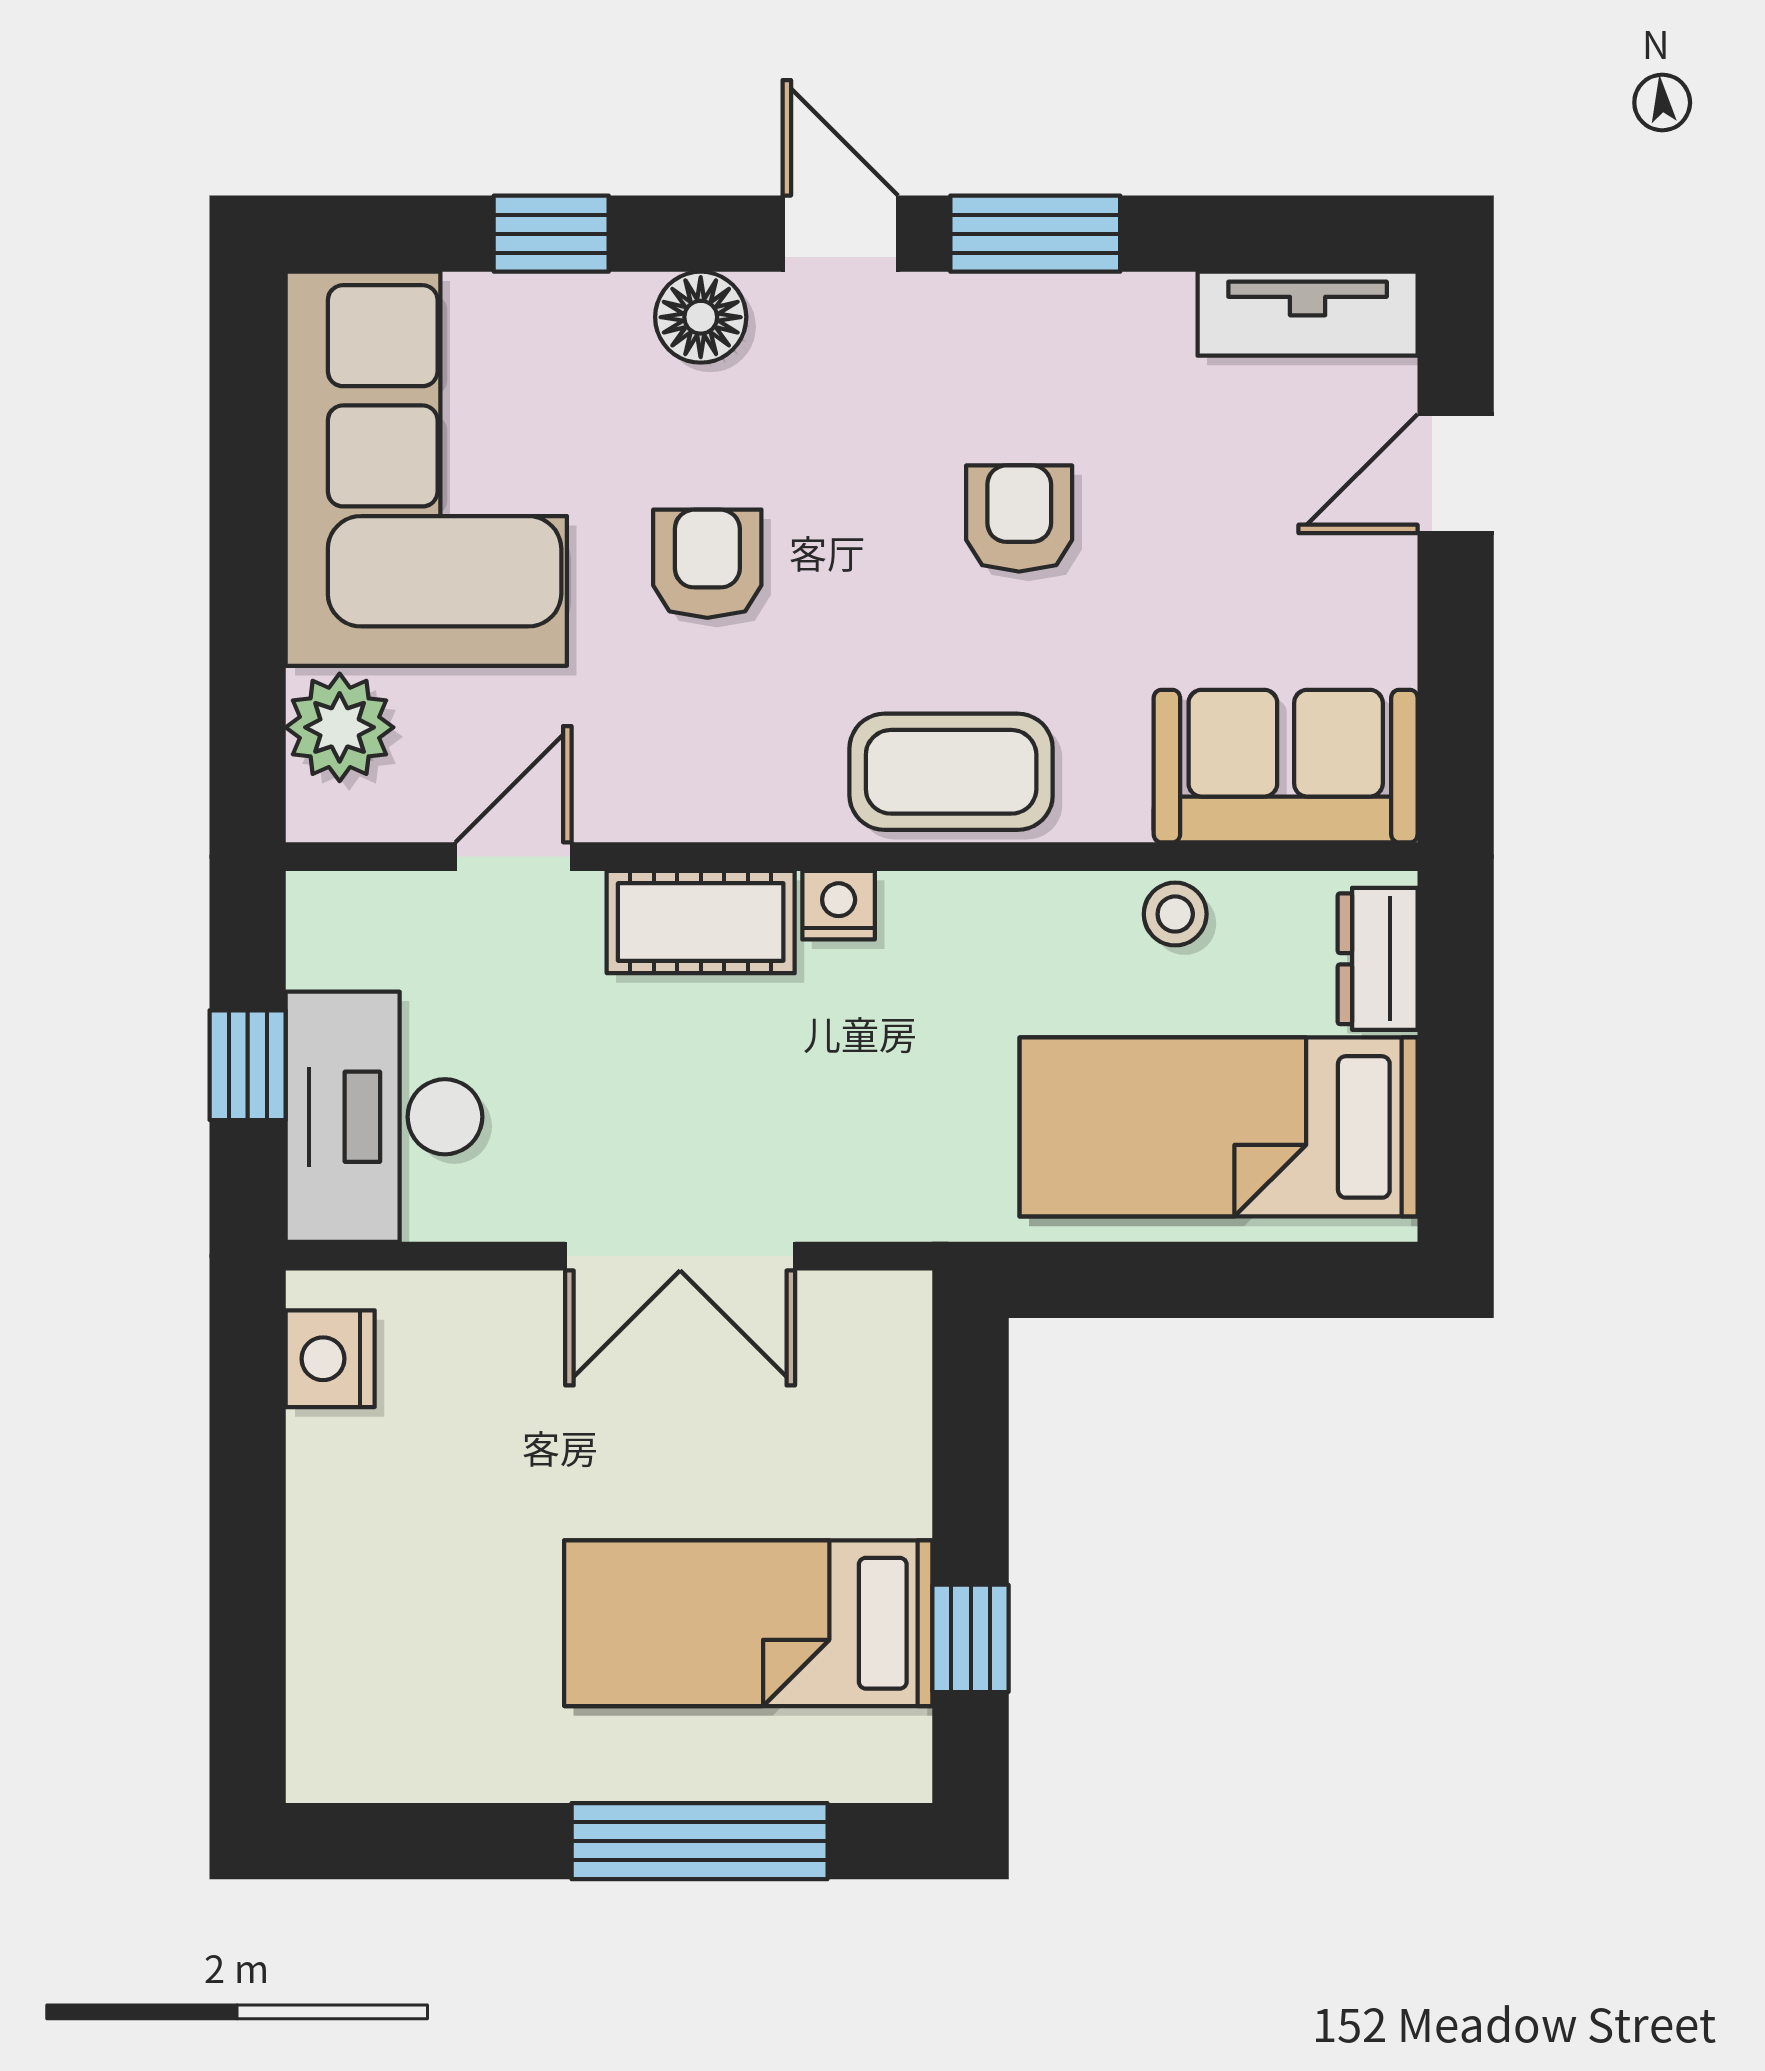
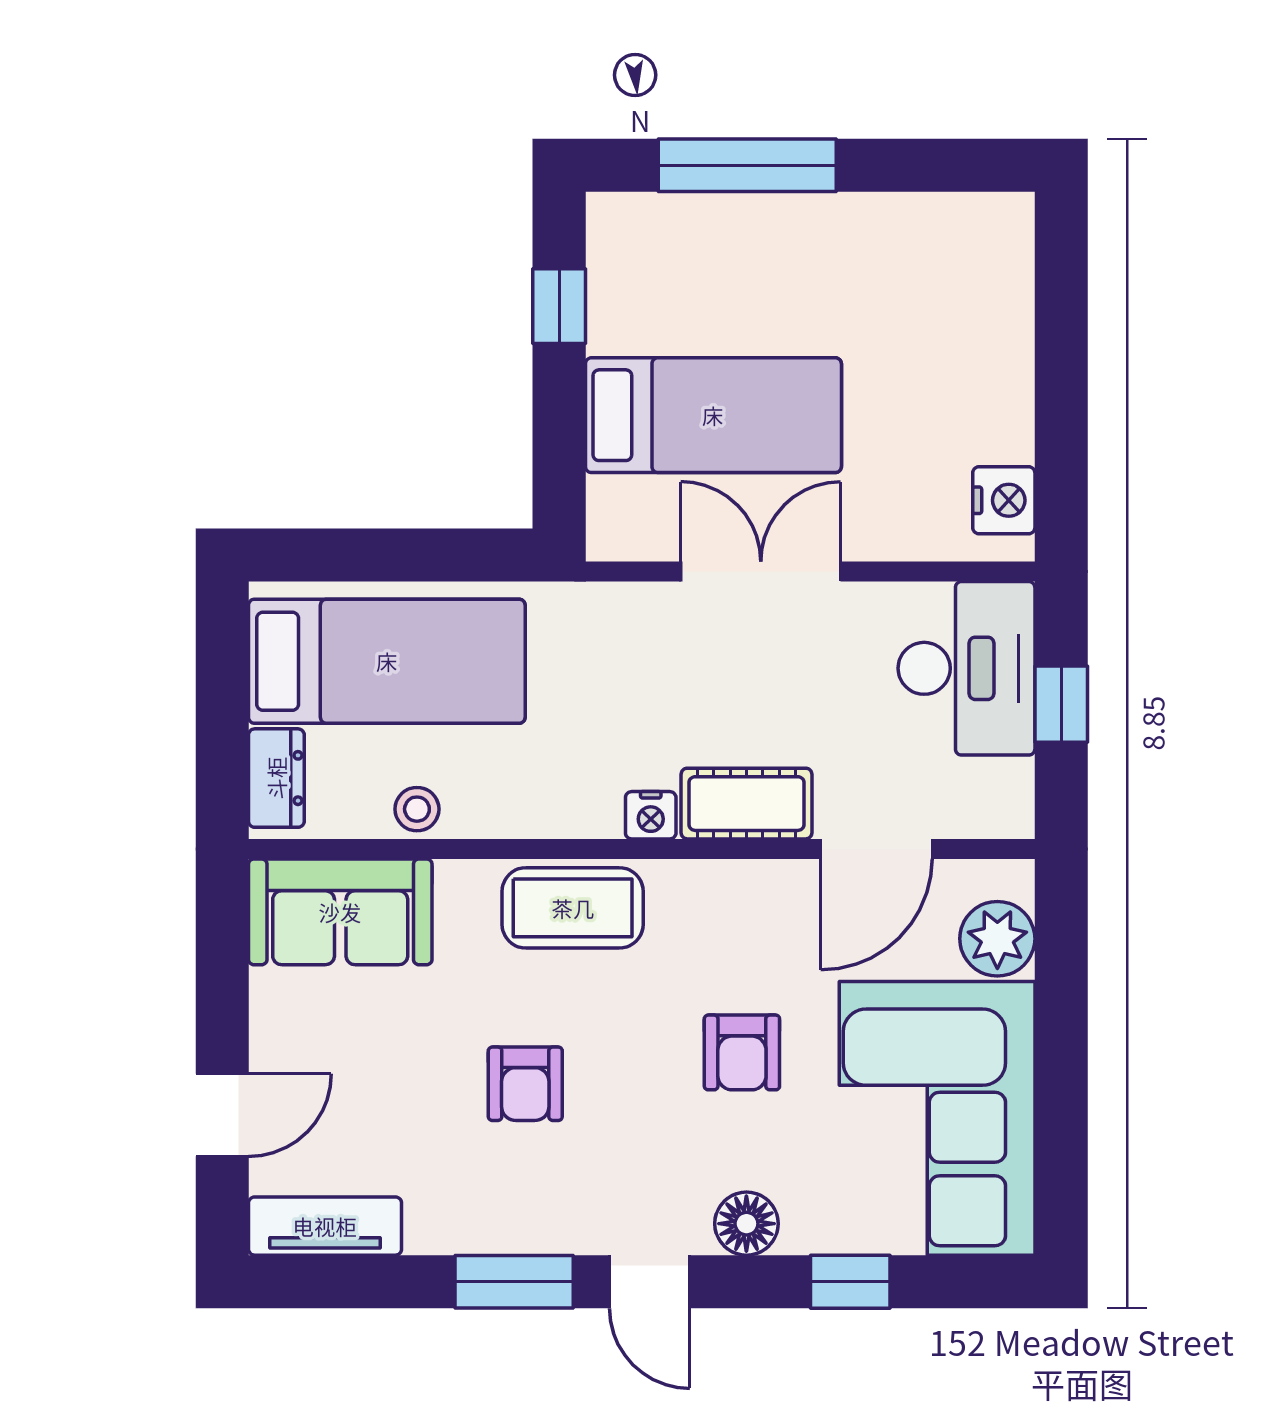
door: (513, 857) -> (877, 849), width x1.37
bed: (748, 1623) -> (713, 415), moved

